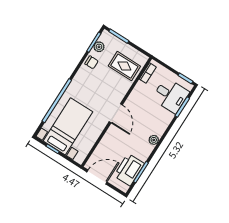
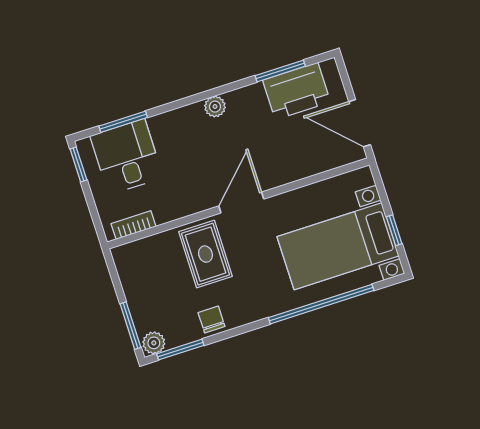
plant: (99, 47) -> (154, 343), moved
rug: (124, 66) -> (205, 254), moved

